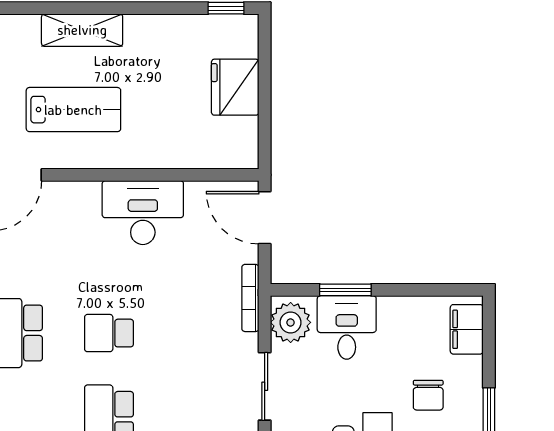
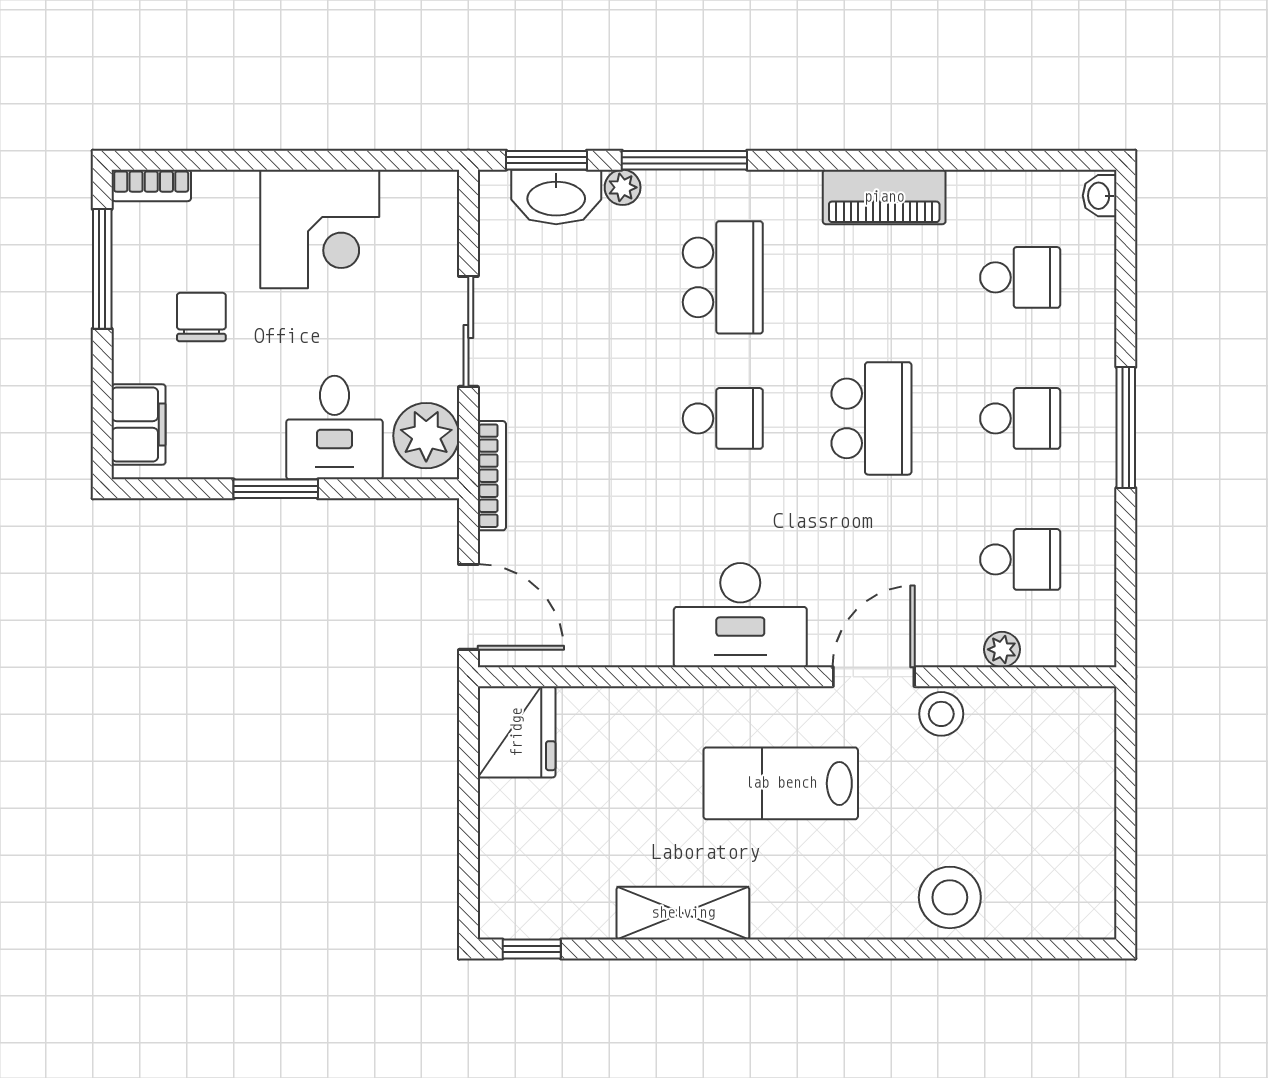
shelving: (82, 30) -> (683, 913), moved
fridge: (235, 87) -> (517, 732), moved
desk: (143, 213) -> (740, 615), moved
window: (345, 290) -> (276, 489), moved

